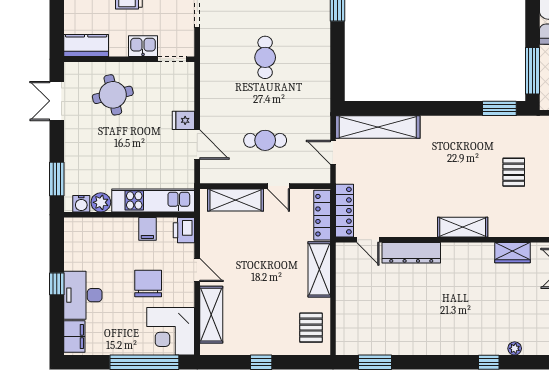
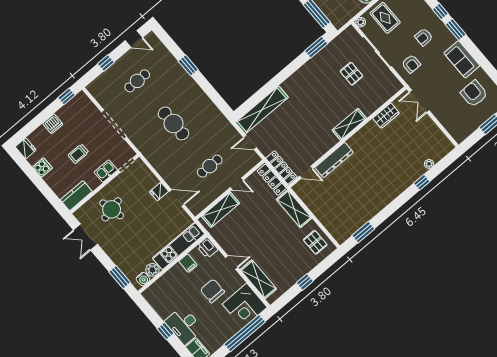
cafe table: (265, 57) -> (173, 123), width x1.37, depth x1.35

